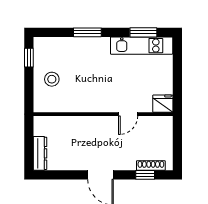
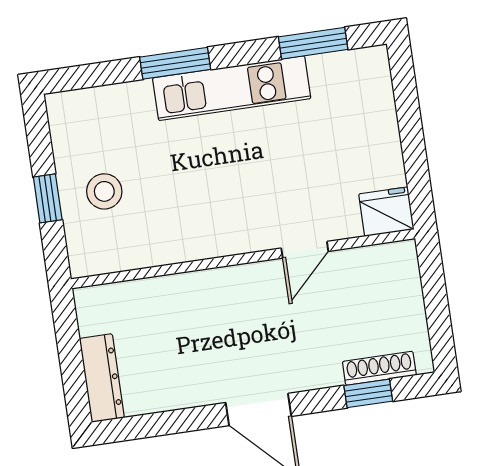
kitchen unit: (142, 46) -> (232, 88), moved
window: (29, 58) -> (48, 198), moved

